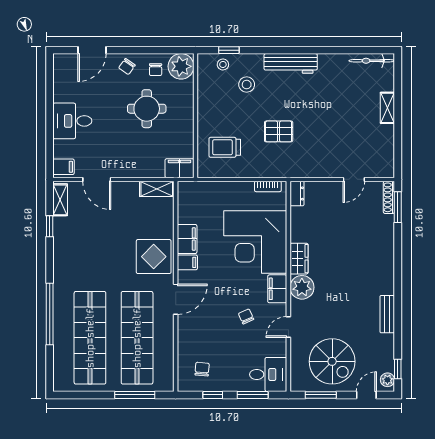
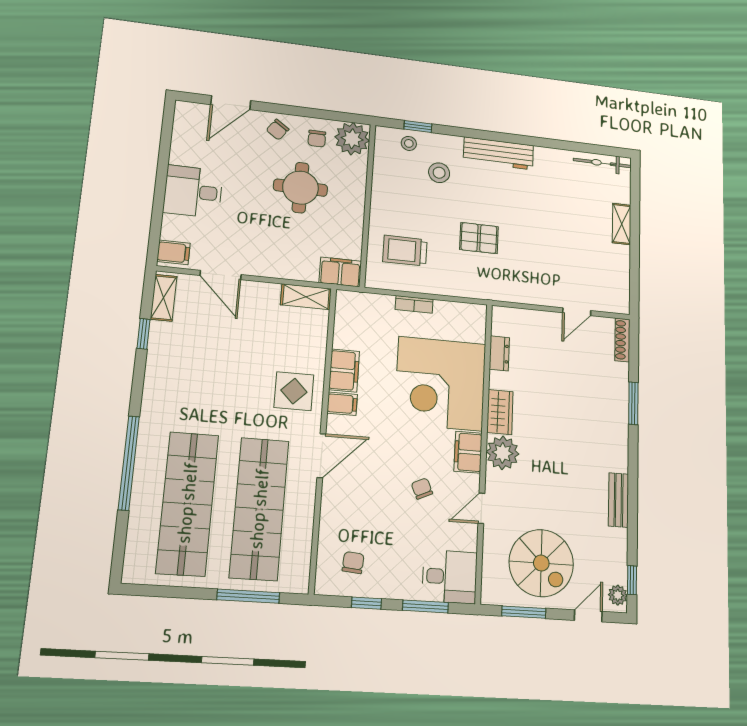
bookcase: (268, 186) -> (414, 304), moved
dresser: (297, 193) -> (499, 353), moved
window: (398, 207) -> (633, 403), moved
display table: (154, 257) -> (294, 391), width x0.73, depth x0.73

